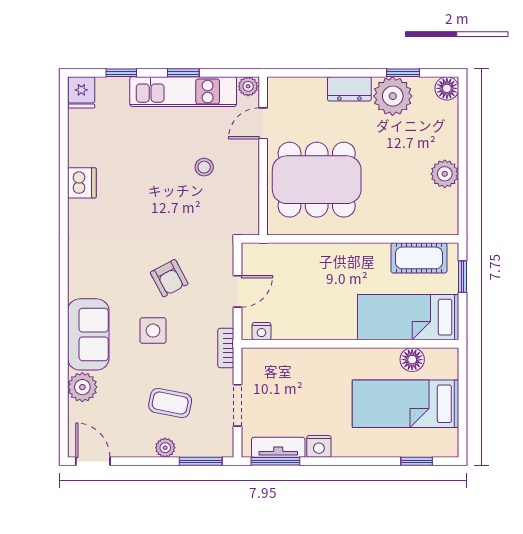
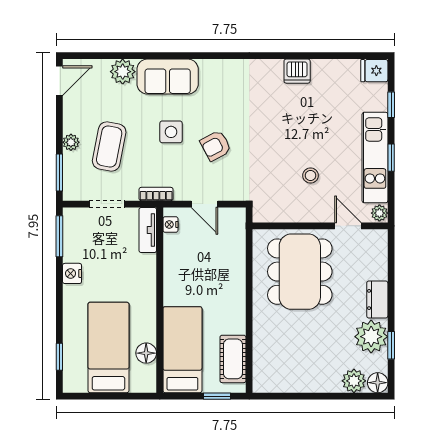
plant: (445, 174) -> (354, 381), moved
coffee table: (170, 403) -> (109, 146), width x1.36, depth x1.30
tv unit: (278, 447) -> (148, 230), moved, turned 180

